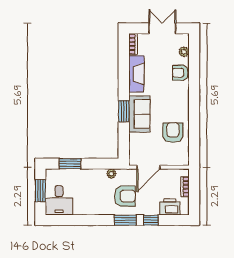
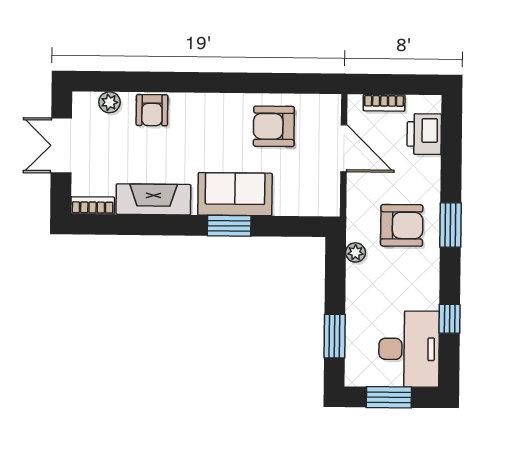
door: (148, 167) -> (344, 148), moved
armchair: (125, 196) -> (402, 225), turned 90
desk: (59, 200) -> (409, 349), width x1.37
window: (151, 220) -> (450, 319), moved

